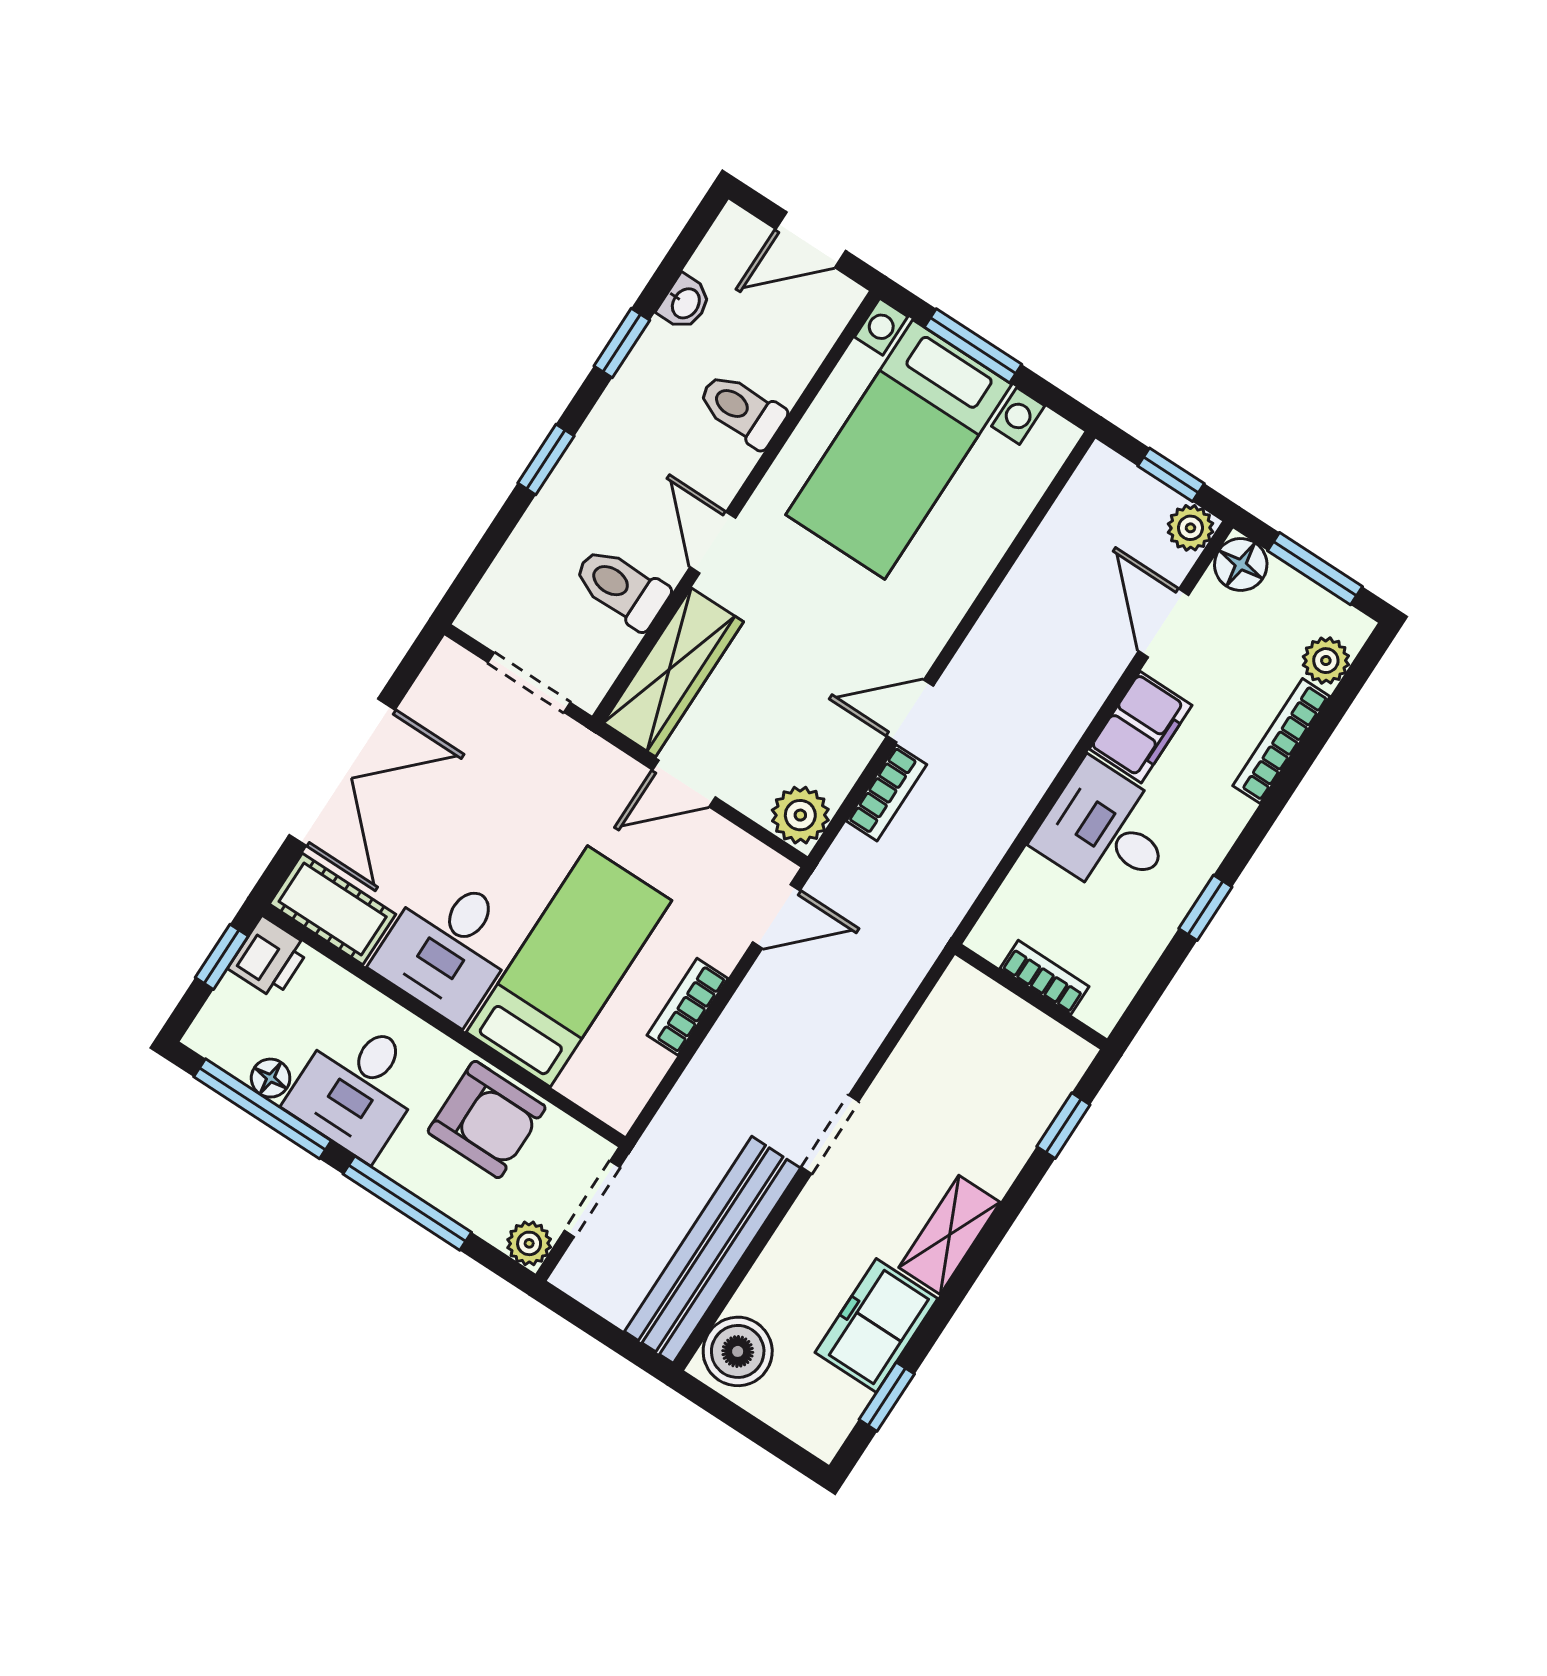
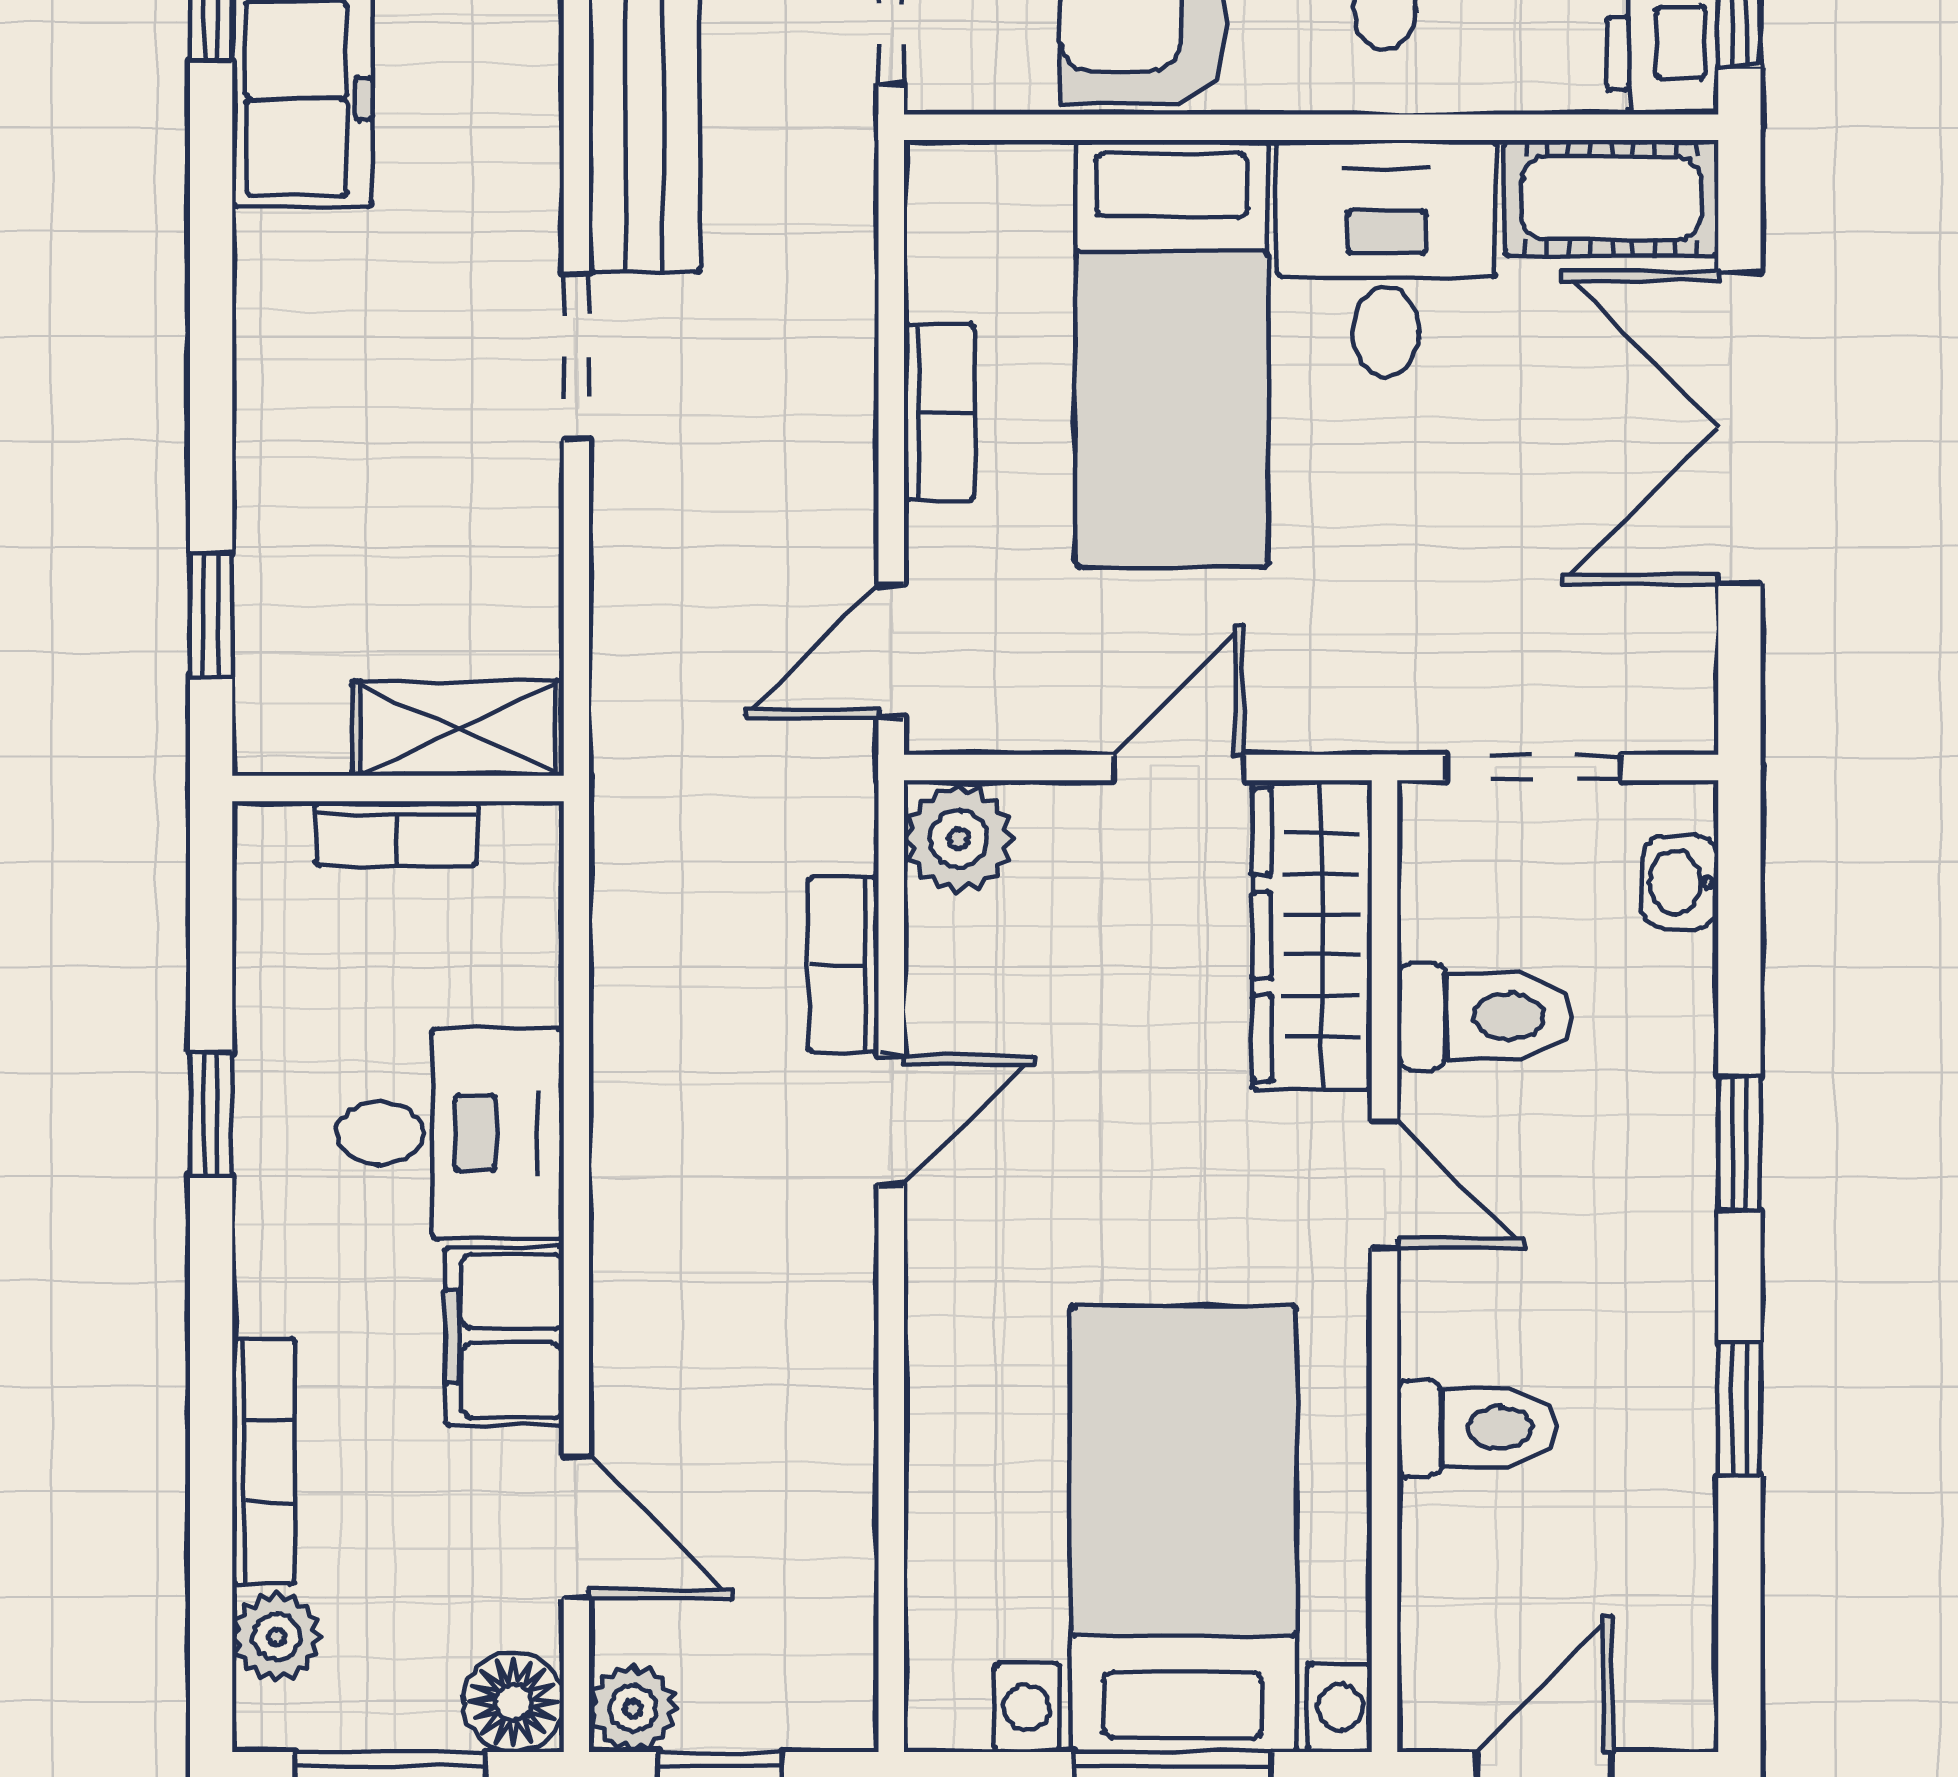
washbasin: (685, 303) -> (1680, 882), moved
shelving: (950, 1235) -> (458, 728), moved, turned 90

